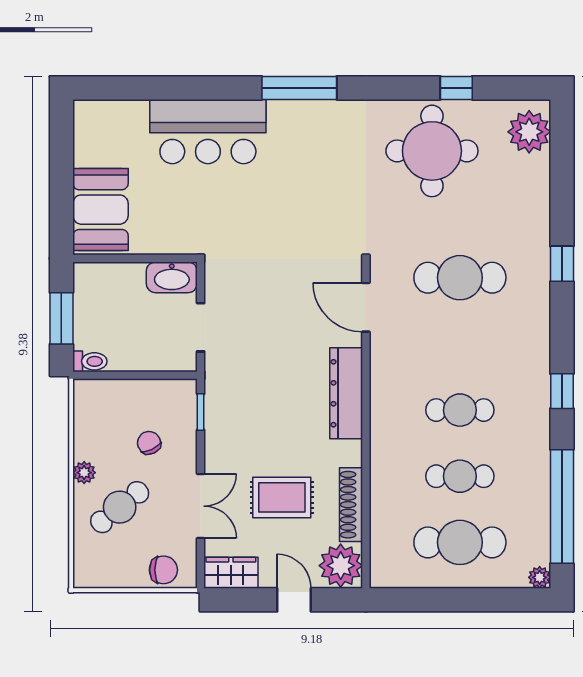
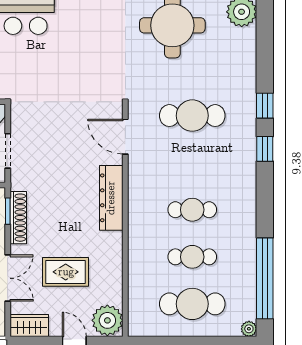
window: (562, 391) -> (265, 149), moved
shoe rack: (351, 505) -> (18, 218), moved, turned 180

